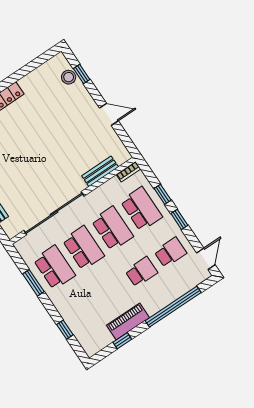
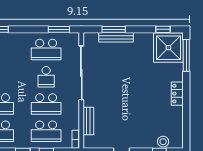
school desk: (83, 248) -> (46, 77), width x0.54
window: (33, 283) -> (59, 29), moved

